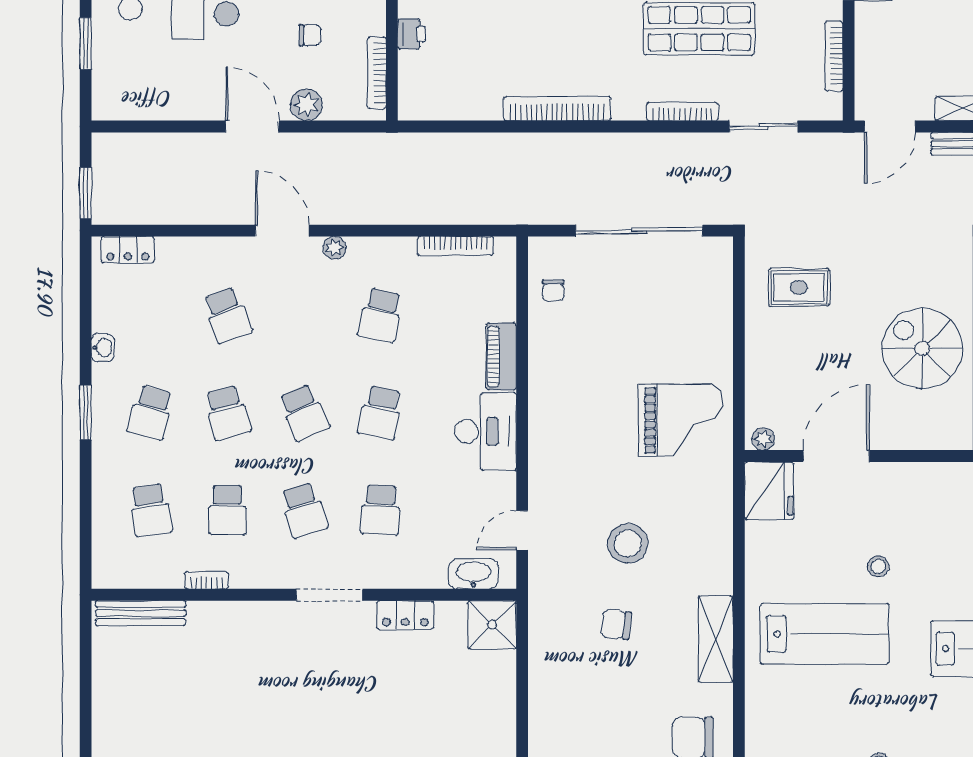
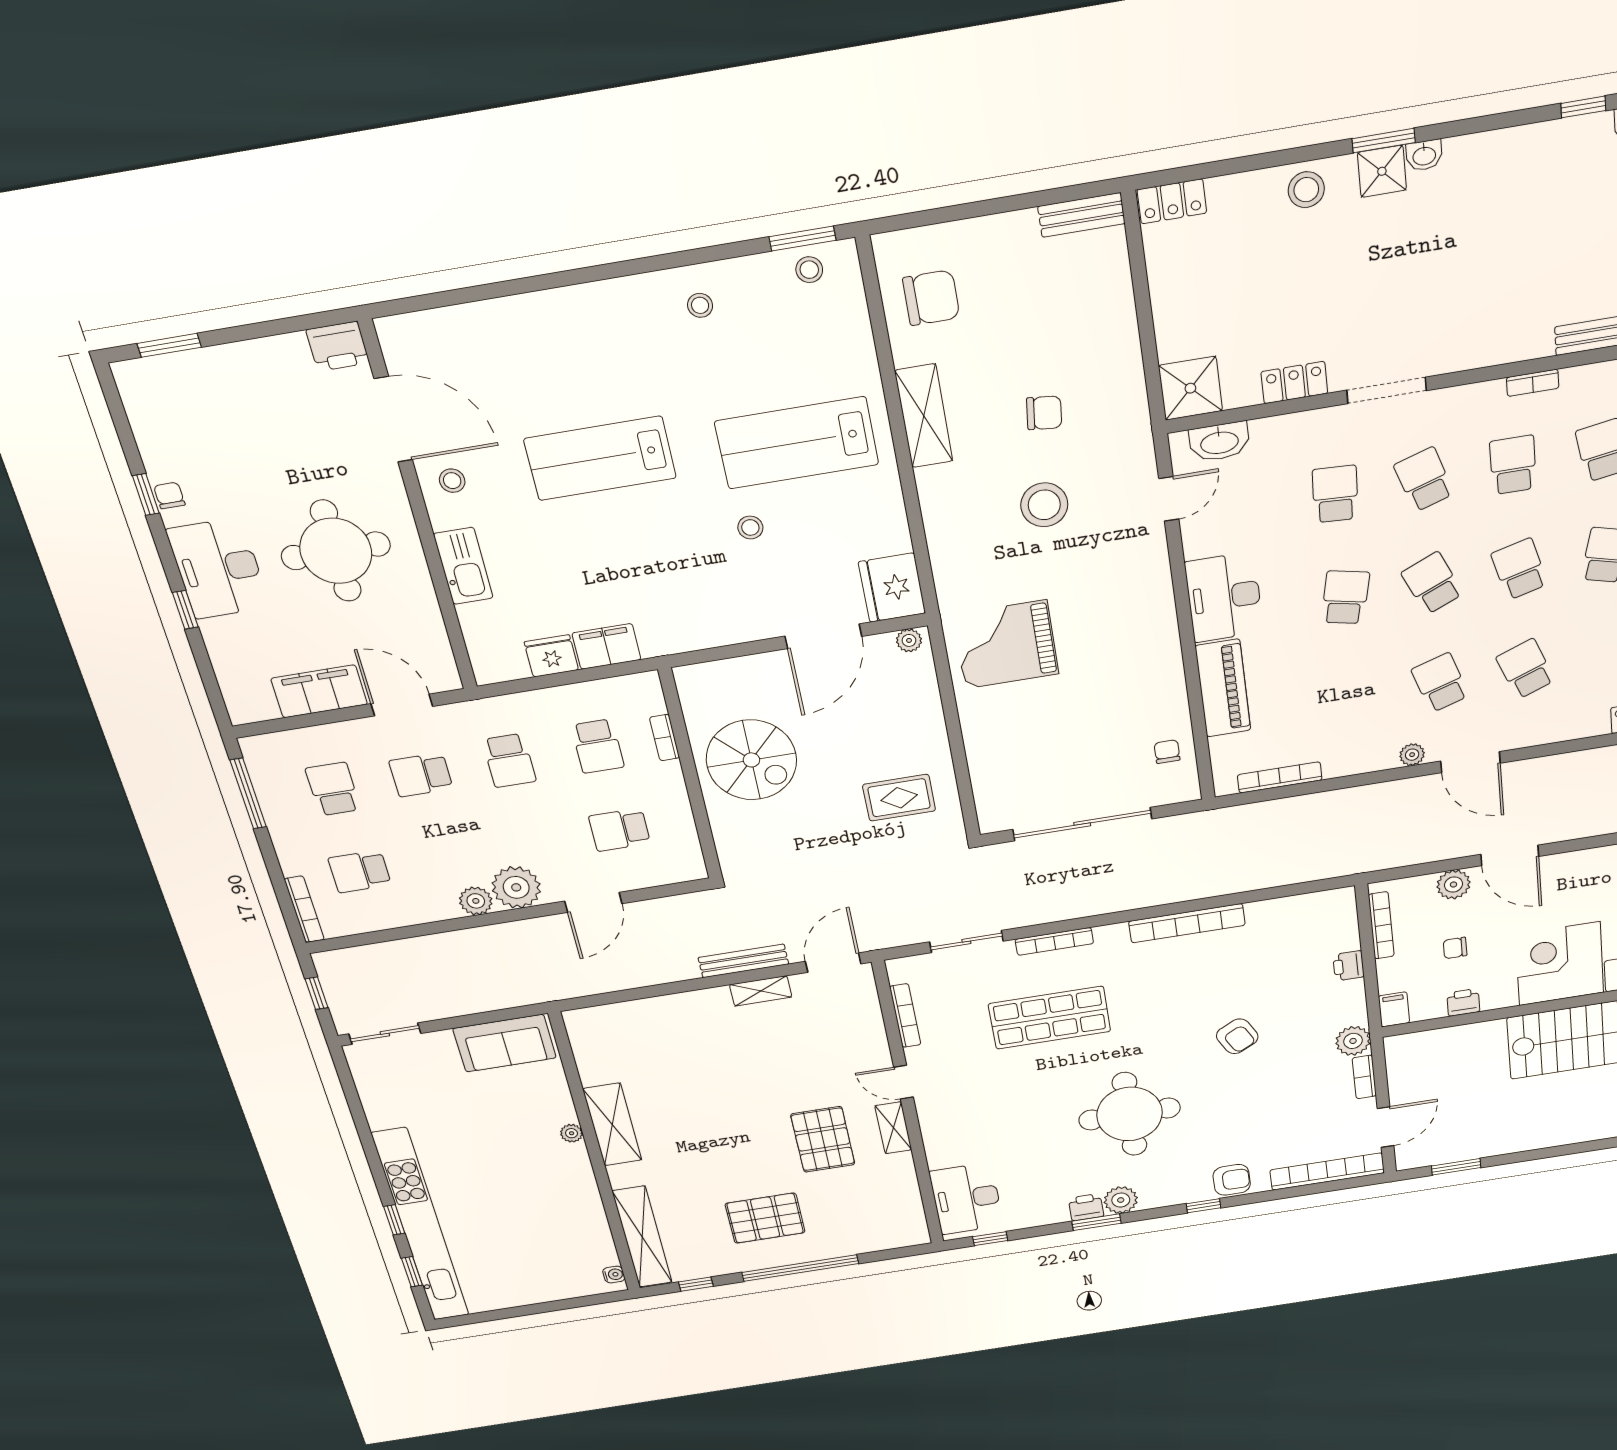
school desk: (380, 315) -> (1440, 683), moved, turned -30
piano: (501, 357) -> (1223, 688), width x1.37, depth x1.33

